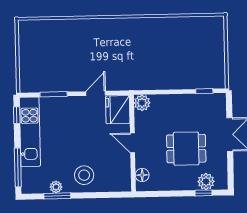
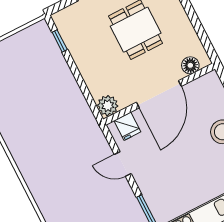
fridge: (118, 110) -> (127, 126), width x0.53, depth x0.75
door: (133, 143) -> (159, 94), width x1.88

